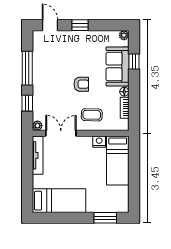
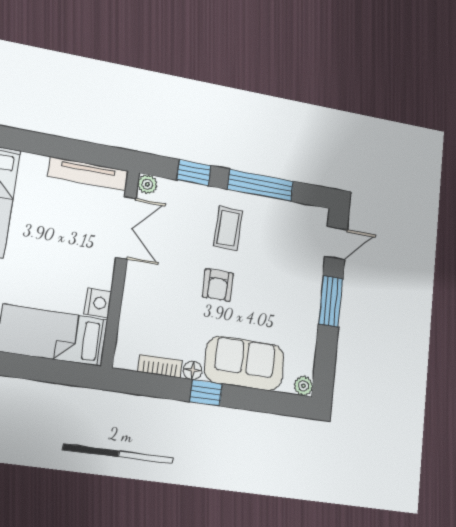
window: (80, 25) -> (331, 301), width x1.50
window: (134, 61) -> (206, 393), moved
coffee table: (92, 115) -> (228, 228), moved

